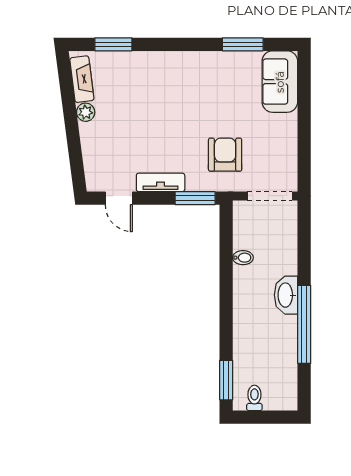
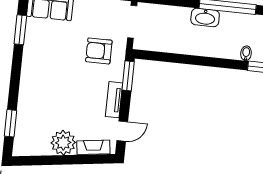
fireplace: (82, 79) -> (93, 147), moved
plant: (86, 112) -> (63, 143), width x1.88, depth x1.88
bidet: (243, 258) -> (246, 53), moved

